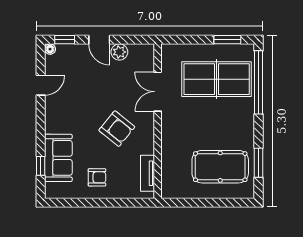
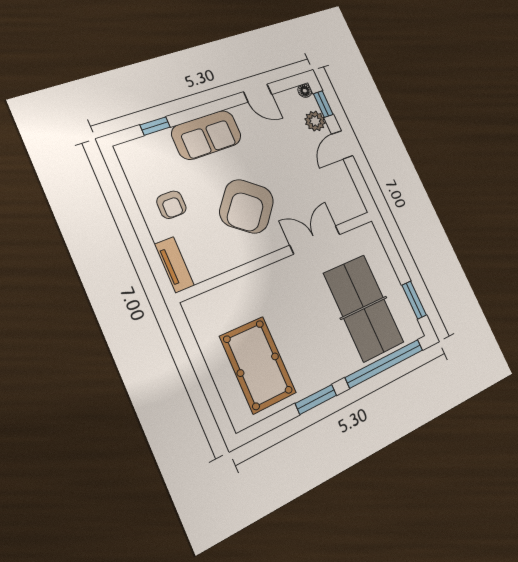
plant: (119, 52) -> (315, 121), moved
armchair: (117, 129) -> (247, 206), width x1.36, depth x1.36
sofa: (58, 158) -> (207, 135), moved
window: (258, 163) -> (316, 399), moved
tv unit: (147, 173) -> (174, 265), moved, turned 90

